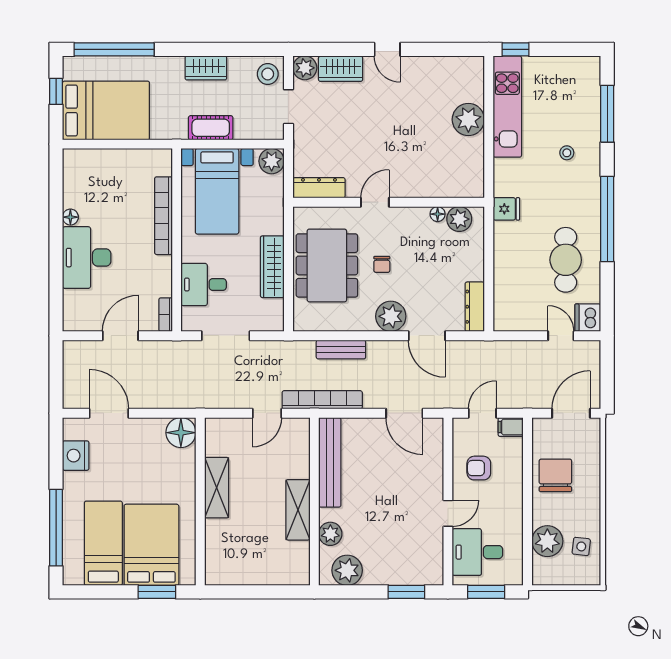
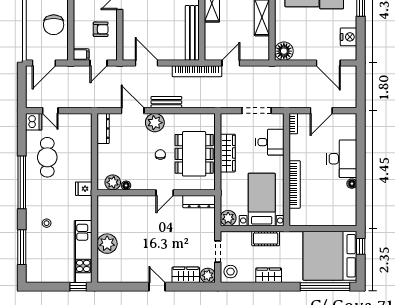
window: (56, 91) -> (361, 246), moved
bed: (106, 110) -> (330, 256), width x1.36
bench: (341, 349) -> (166, 102), moved

